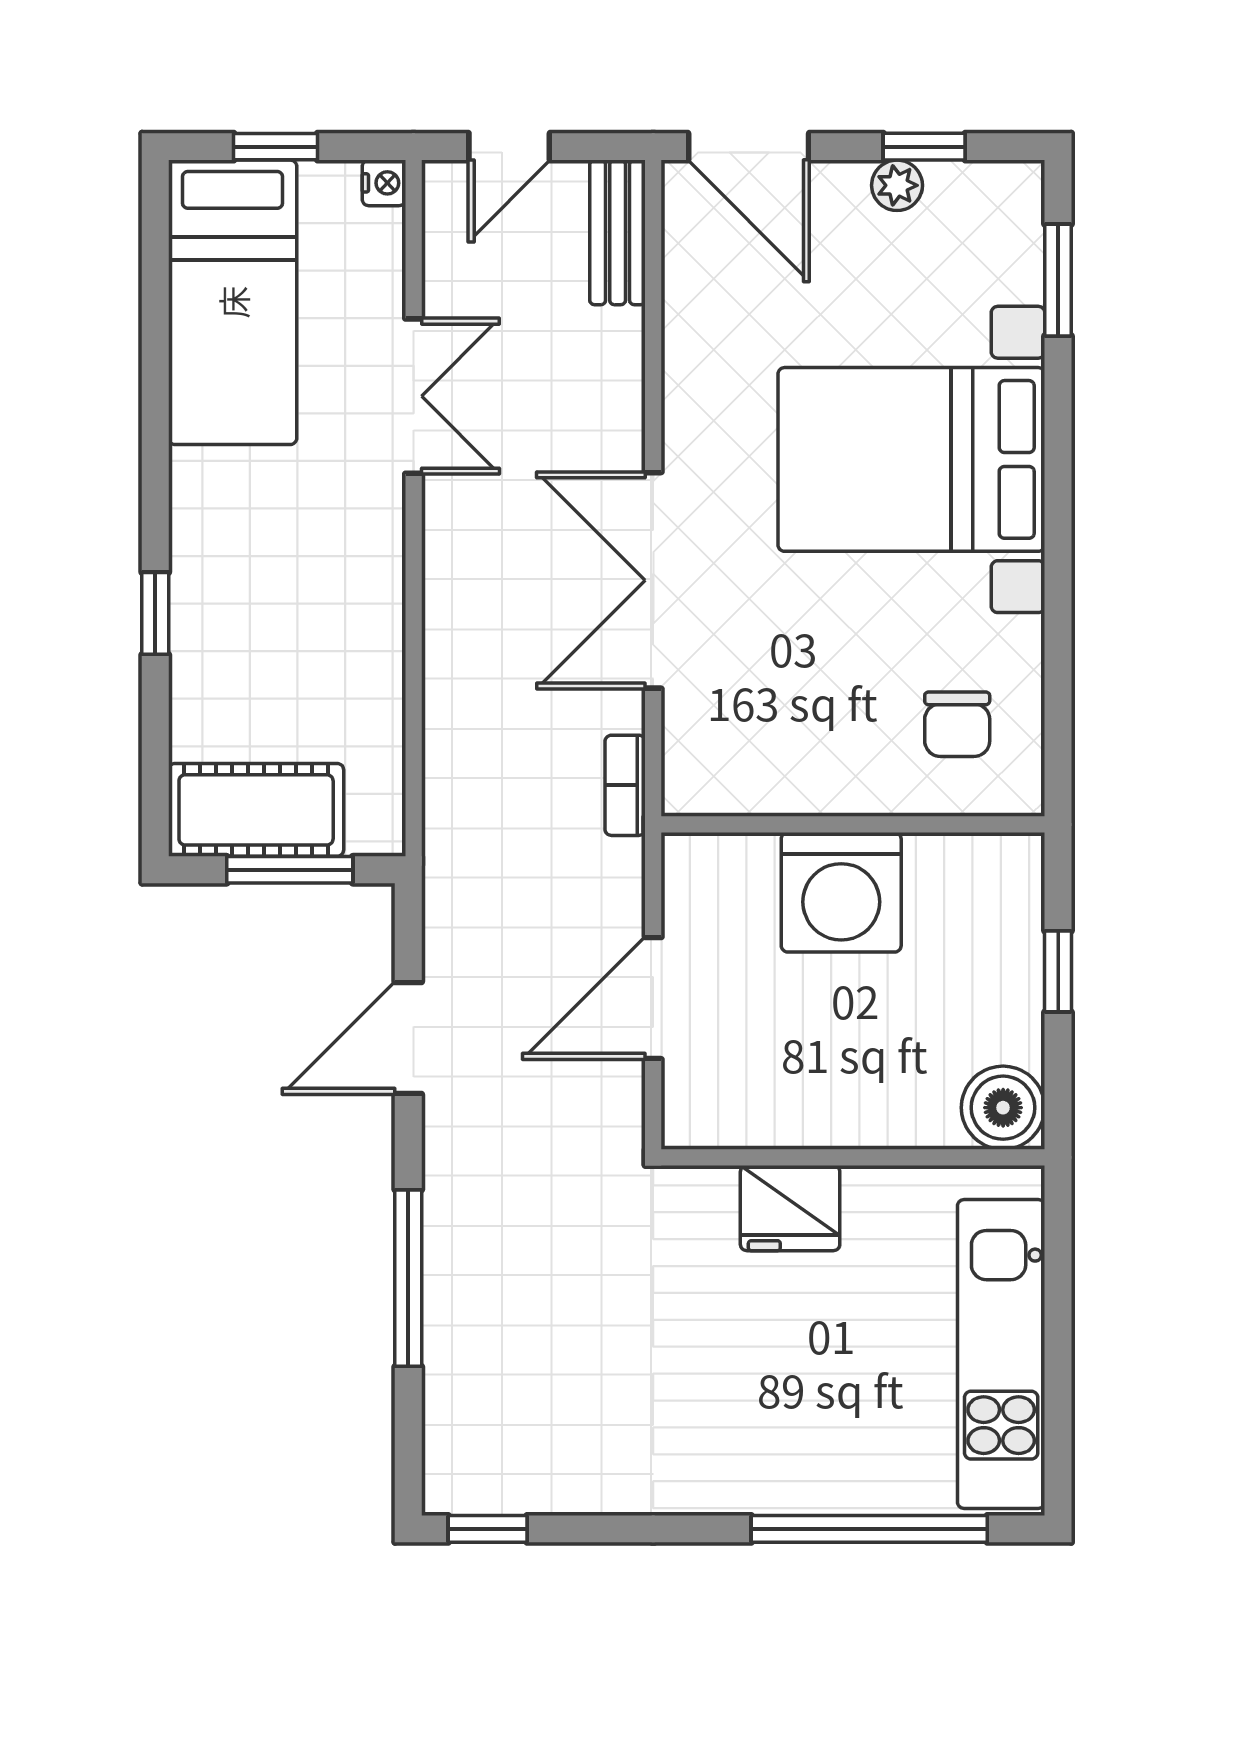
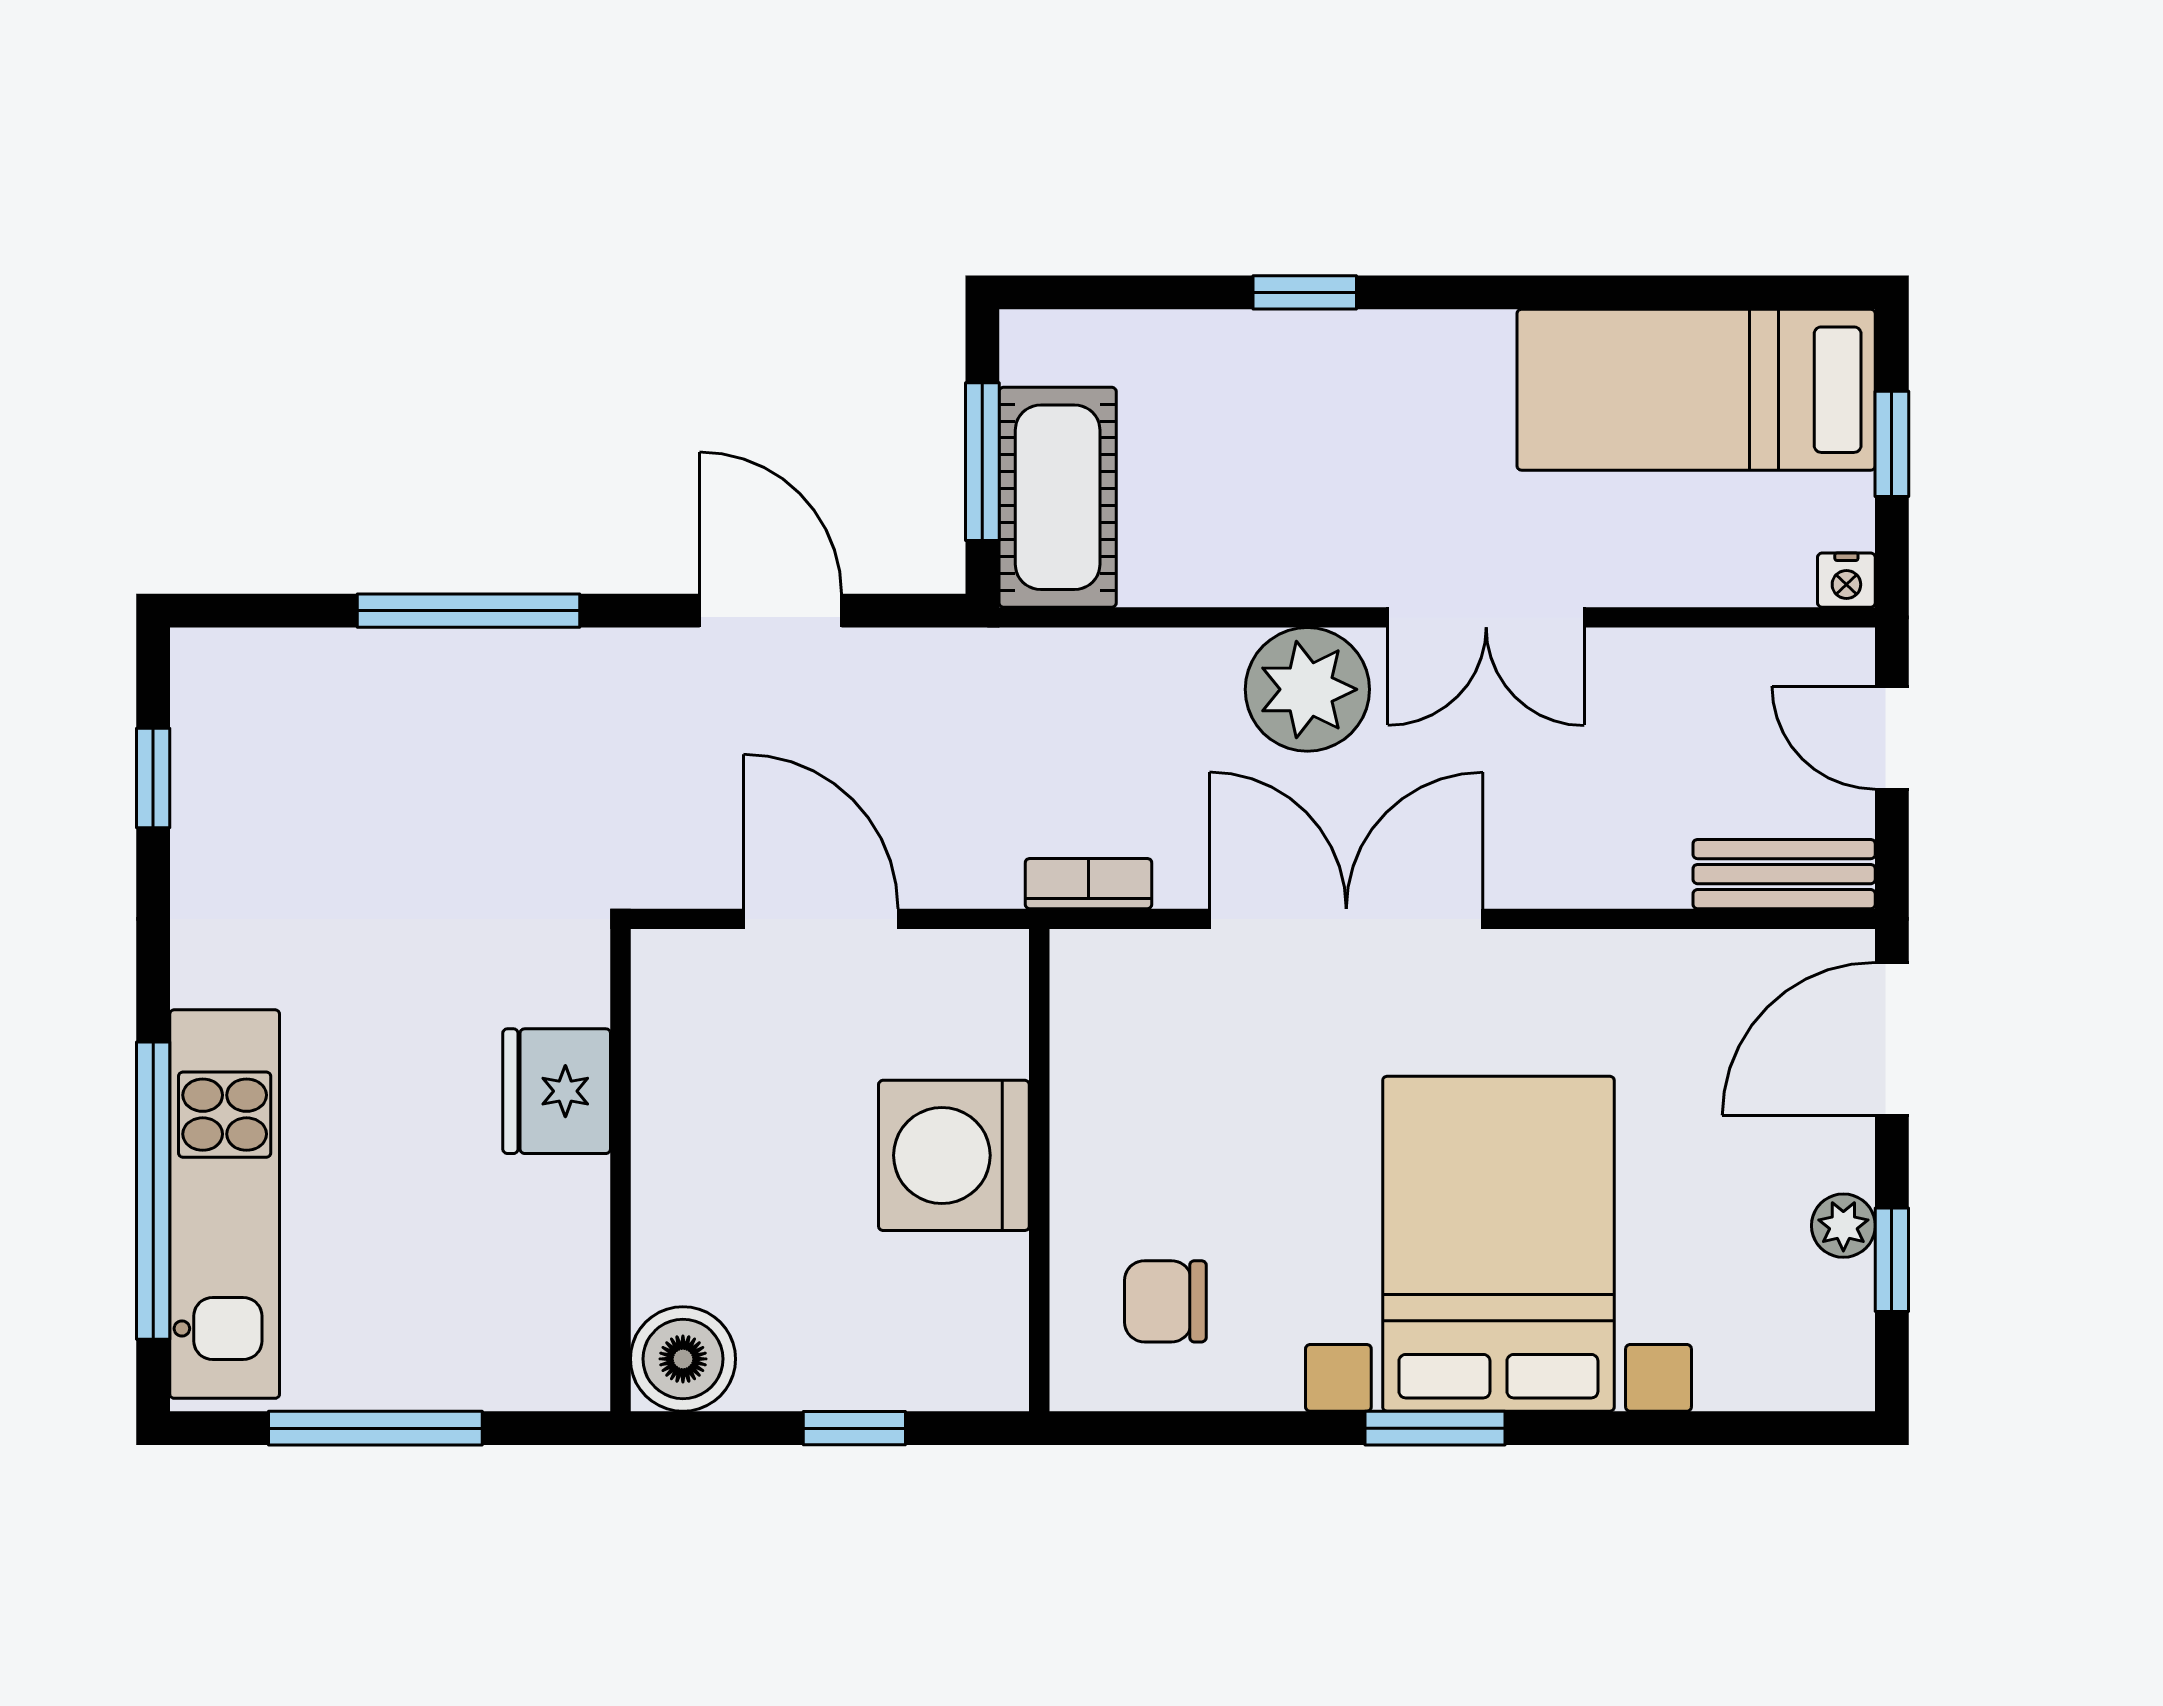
window: (1058, 280) -> (1435, 1428), moved
double door: (414, 396) -> (1486, 617), moved
plant: (471, 611) -> (1307, 689), added
cot: (256, 810) -> (1058, 497), moved
window: (1058, 1352) -> (375, 1428), added
kitchen unit: (1001, 1354) -> (225, 1204), moved, turned 90
window: (488, 1529) -> (153, 778), moved

